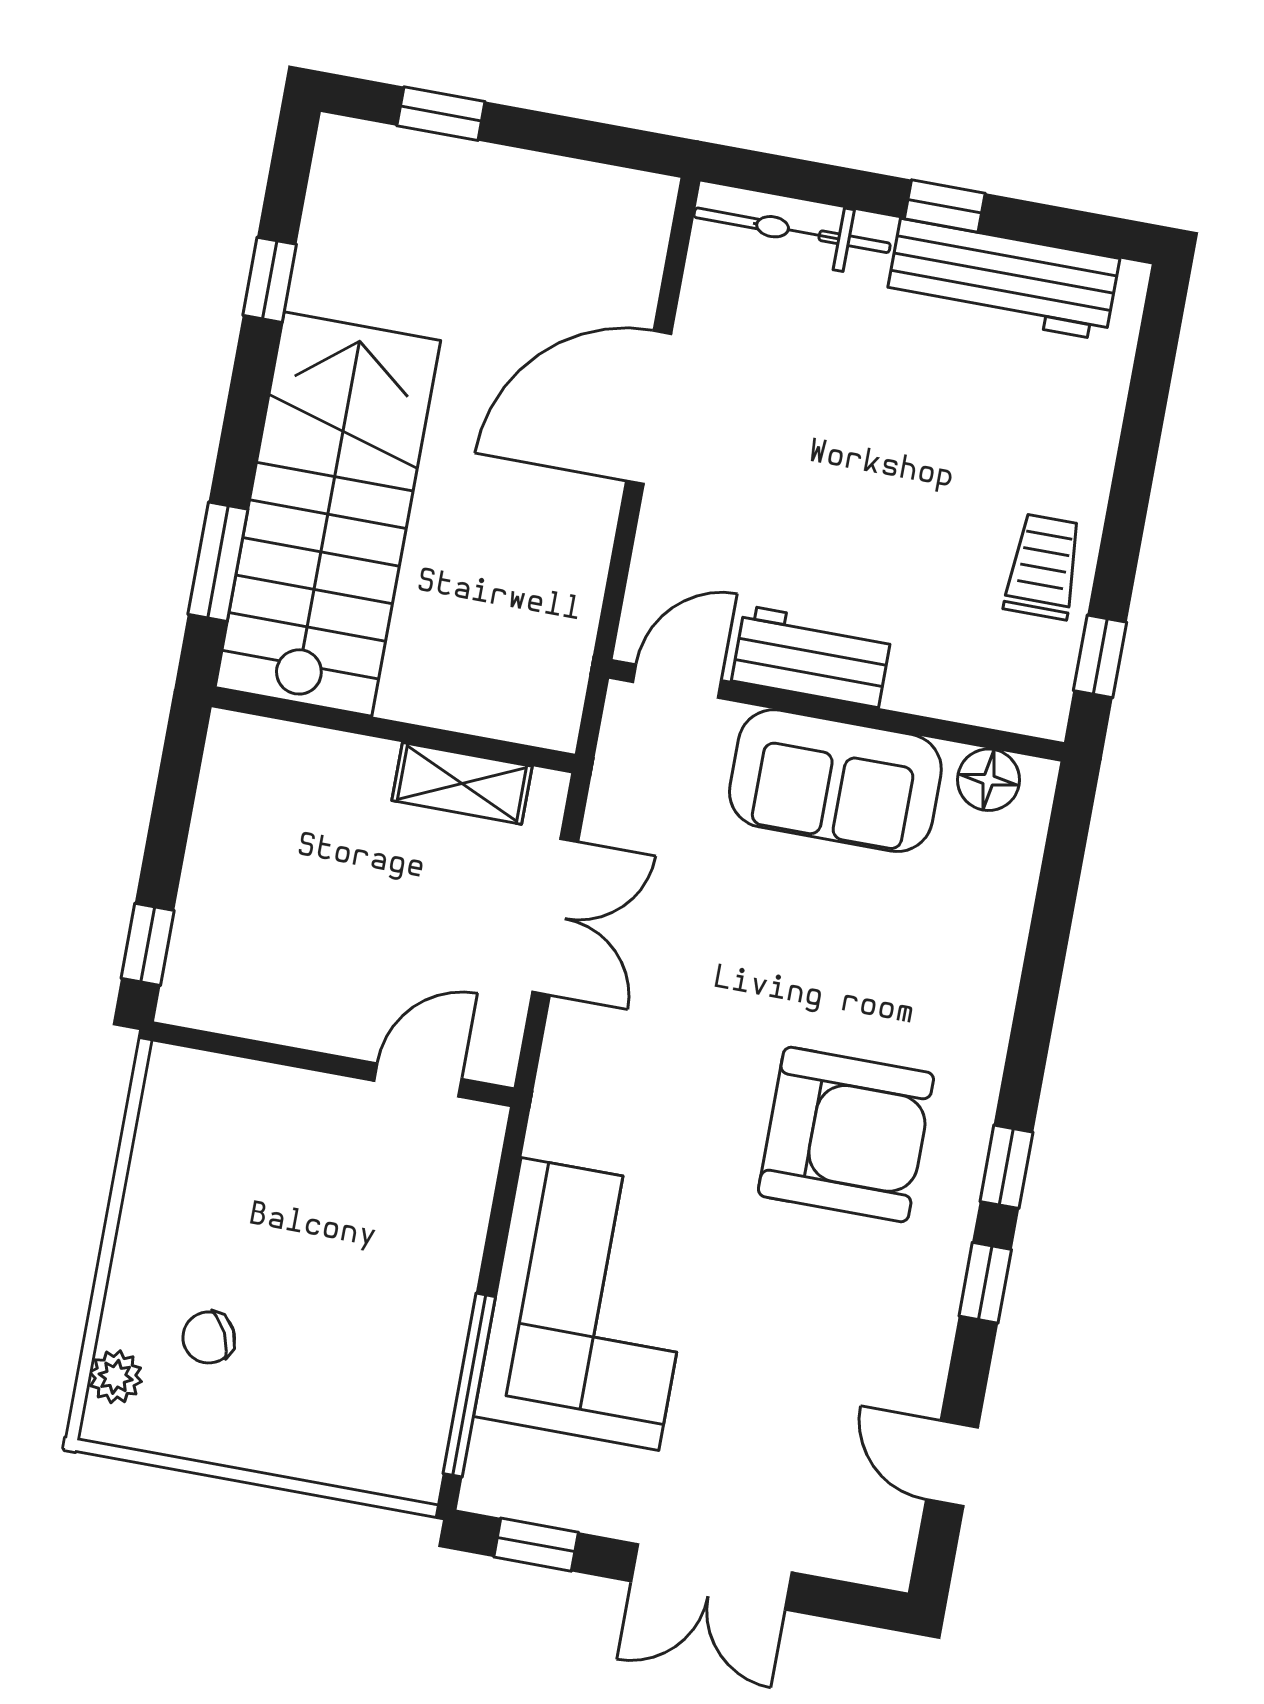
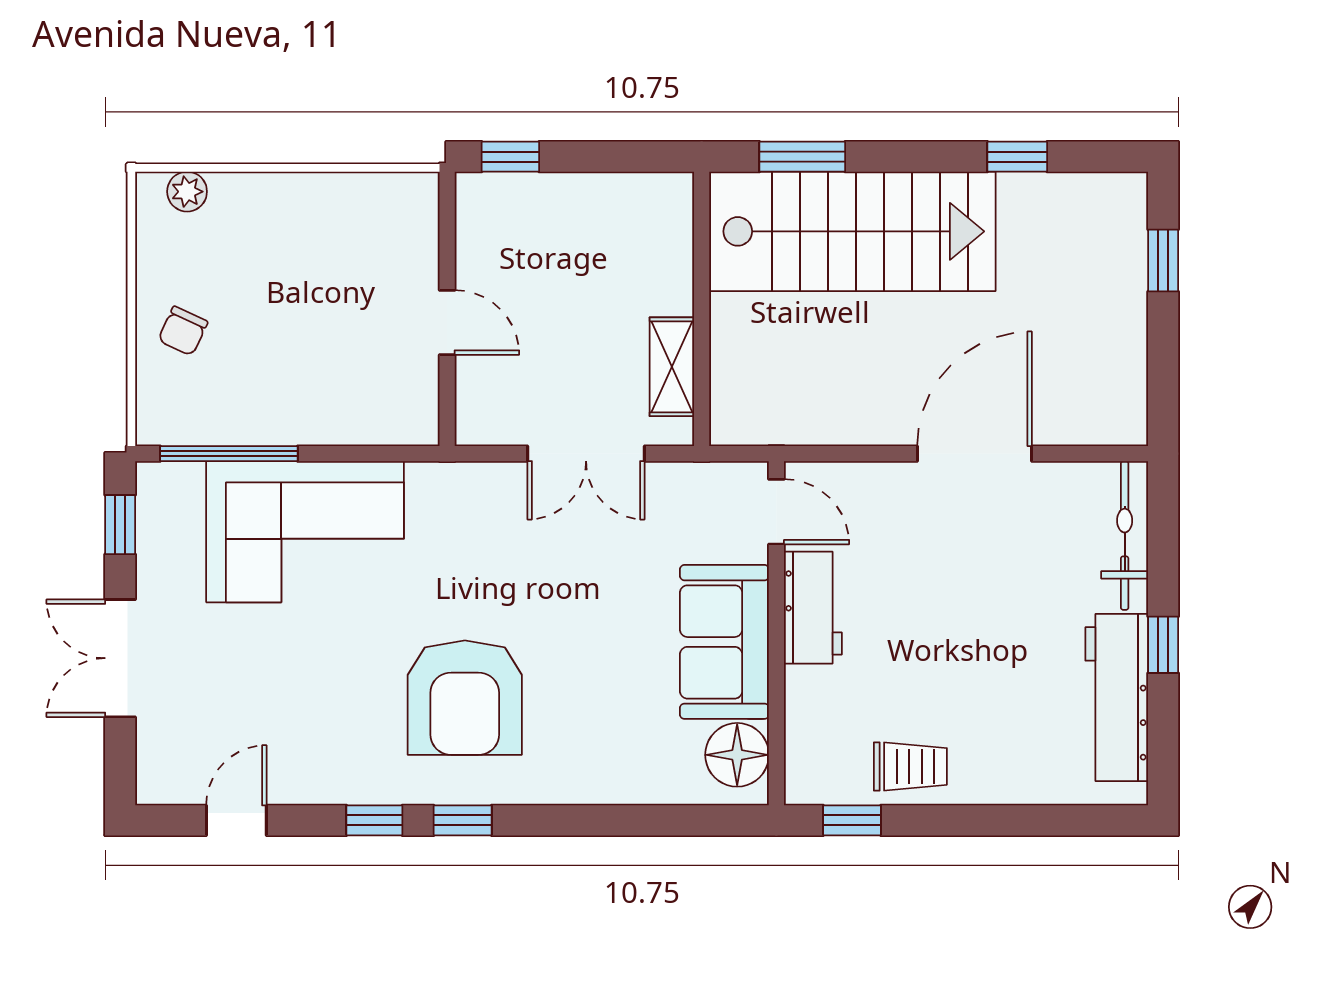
door: (649, 407) -> (975, 454), hinge flipped
floor lamp: (989, 780) -> (737, 755), width x1.38, depth x1.38
door: (418, 1080) -> (447, 322), moved
chair: (209, 1337) -> (183, 331), moved, turned -129

